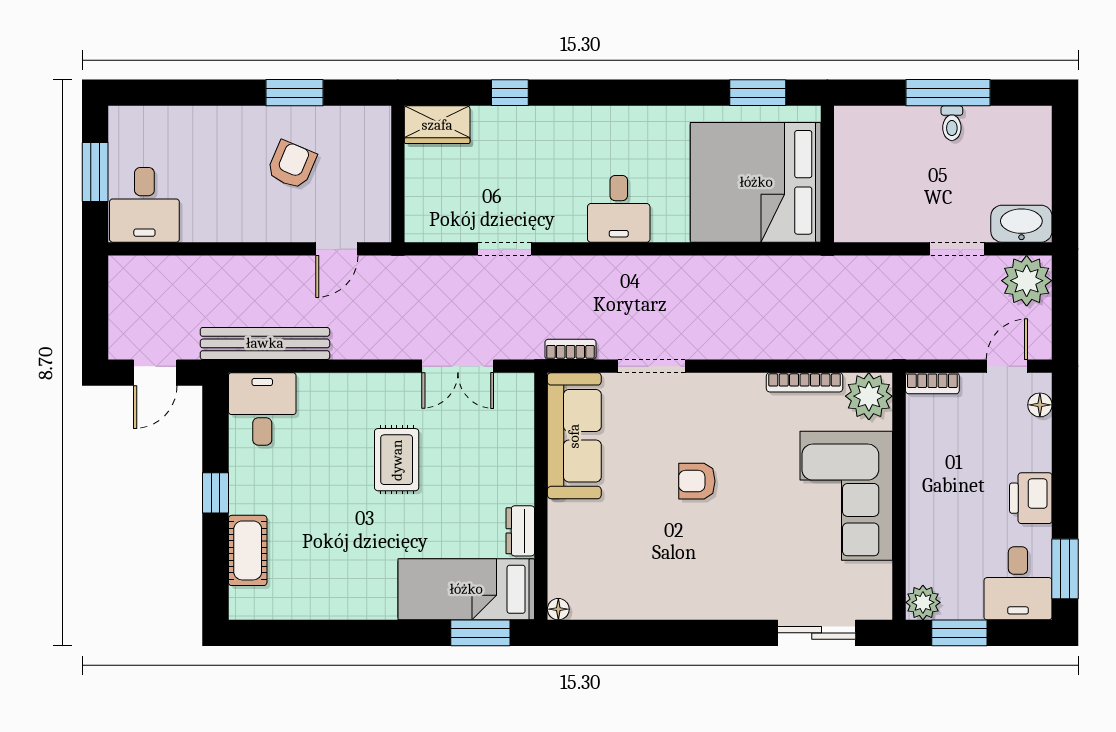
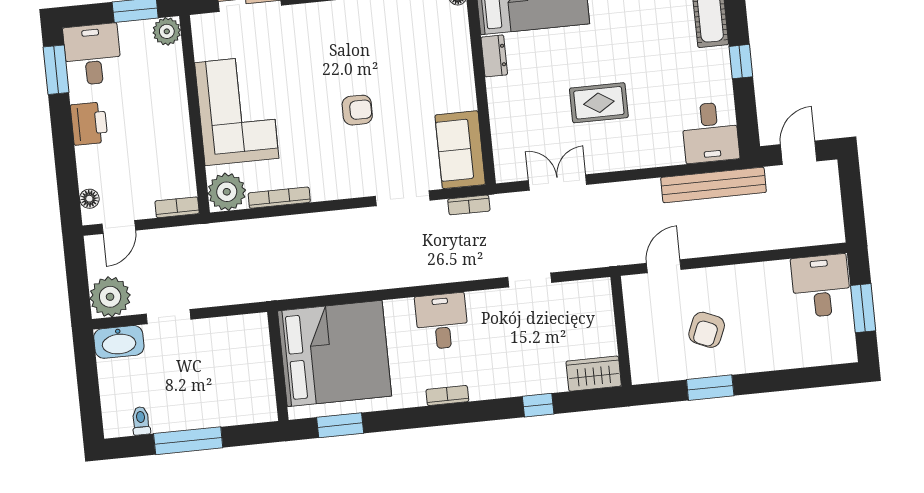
bookcase: (621, 116) -> (447, 396), added
toilet: (952, 123) -> (141, 421), moved
sofa: (574, 436) -> (460, 150), width x0.73
rug: (397, 460) -> (599, 103), turned 90

